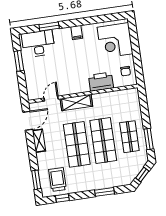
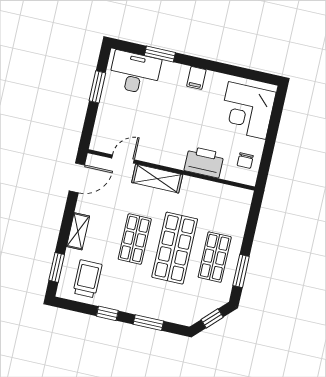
shelving: (39, 141) -> (78, 231), moved
shop shelf: (77, 144) -> (135, 239), width x0.70, depth x0.74
window: (62, 198) -> (107, 313), moved

